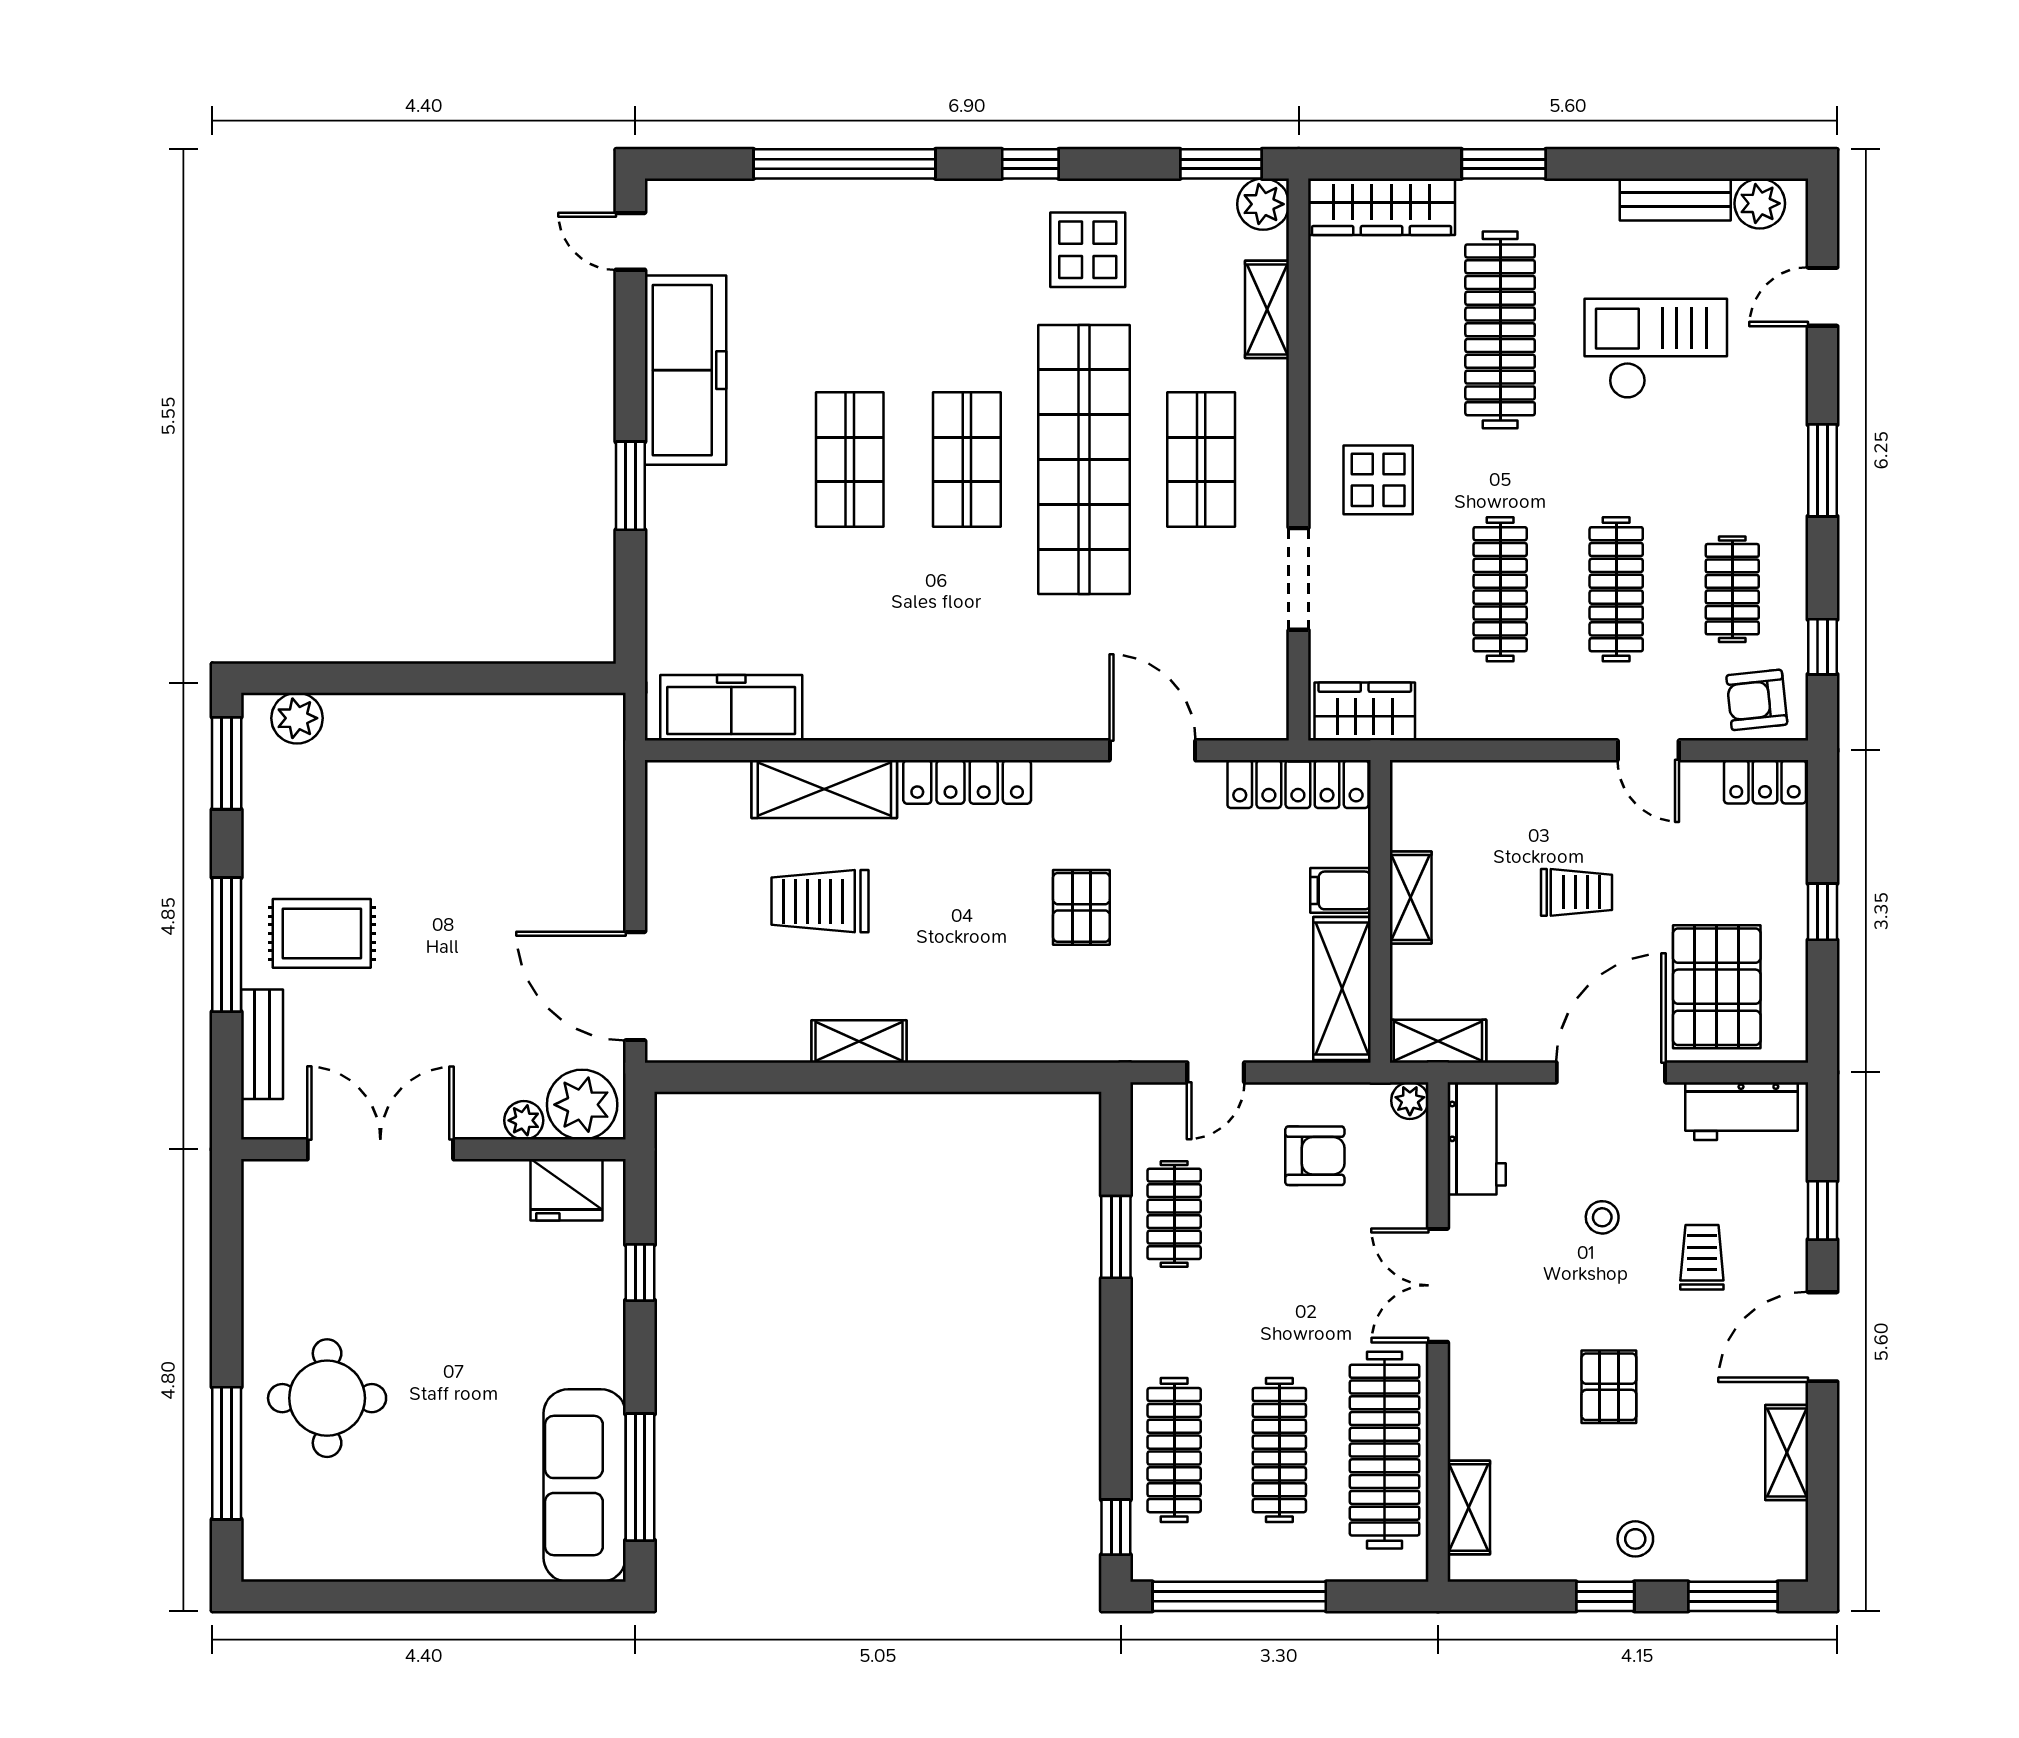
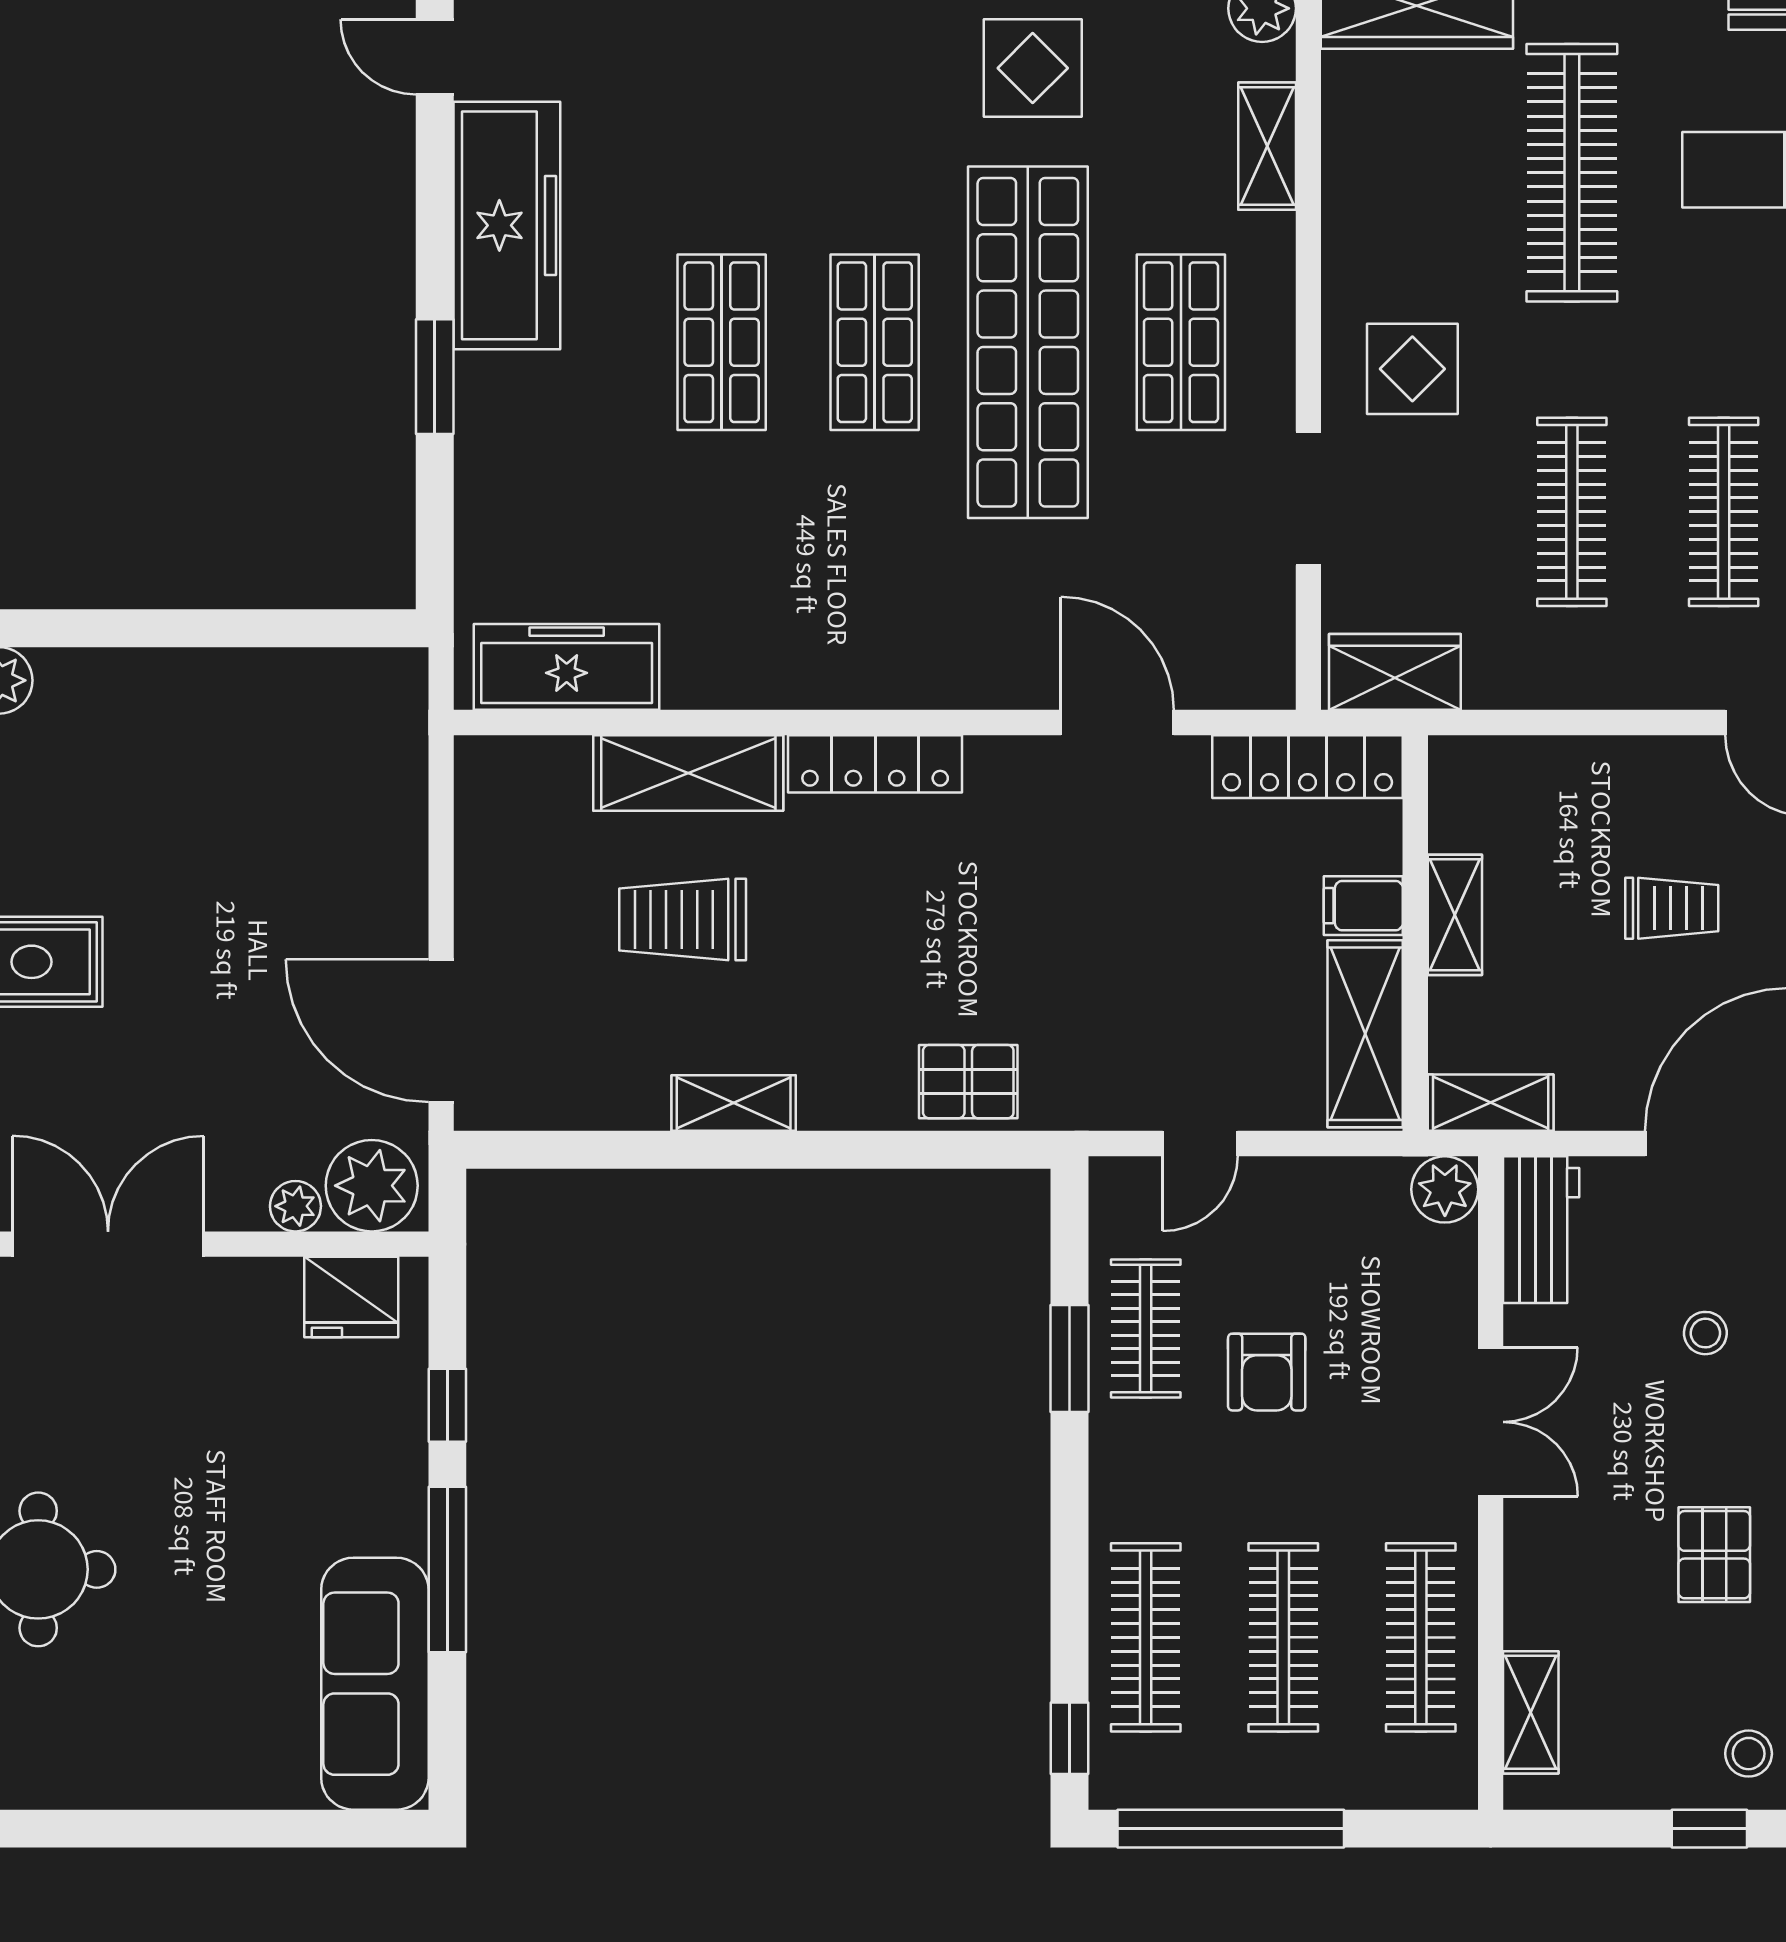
pallet: (1081, 907) -> (968, 1082), moved, turned 90
plant: (1410, 1101) -> (1445, 1189), width x1.38, depth x1.38
armchair: (1315, 1156) -> (1267, 1372), moved, turned 90
double door: (1438, 1285) -> (1491, 1422), swing flipped
clothes rail: (1385, 1450) -> (1421, 1637), width x0.73, depth x0.76
window: (640, 1477) -> (447, 1569), moved

